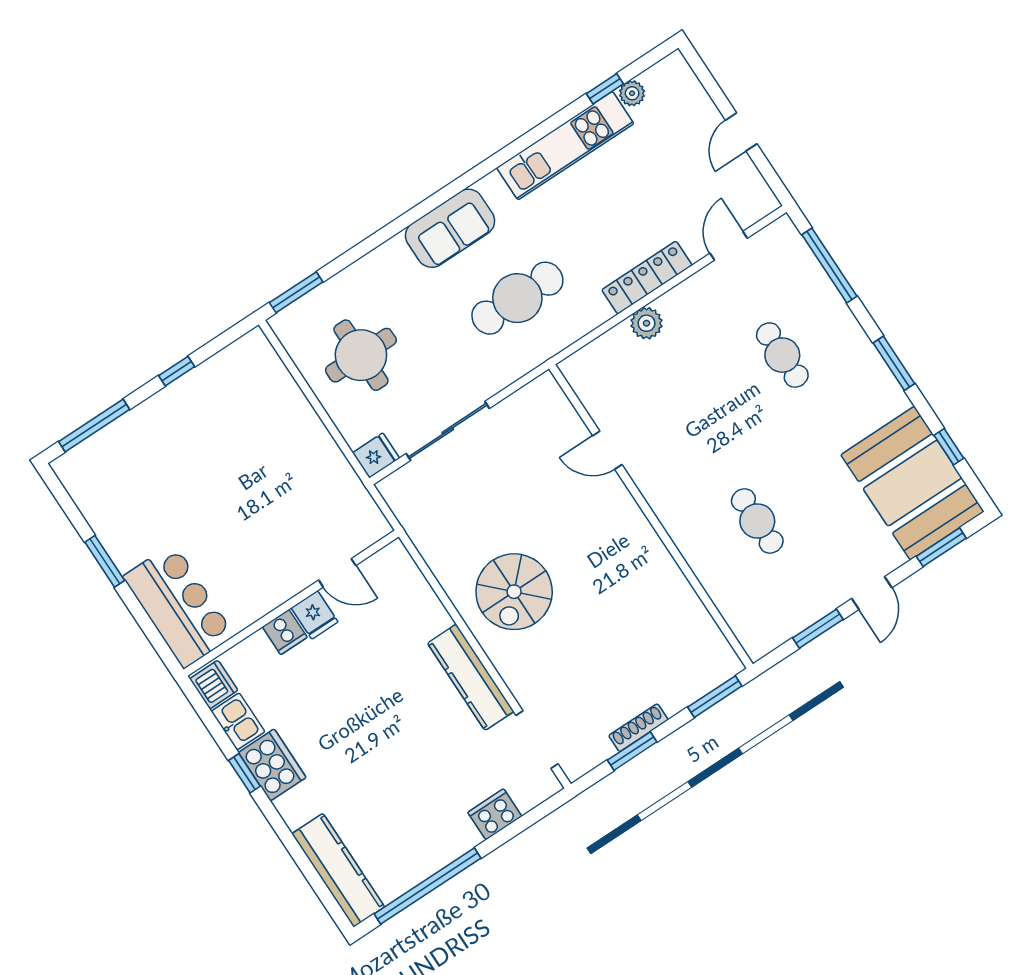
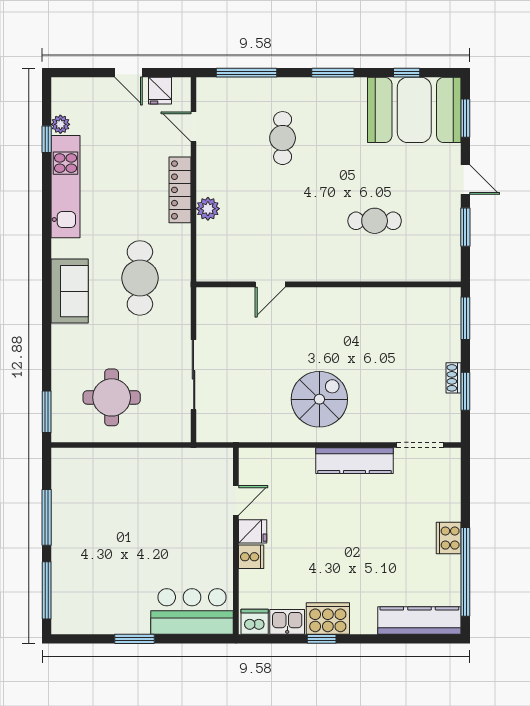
cafe table: (782, 355) -> (283, 138), turned 90
window: (177, 371) -> (47, 517), width x2.17
fridge: (376, 455) -> (160, 91), moved, turned 180
spiral stairs: (514, 592) -> (319, 399), turned -90
shoe rack: (638, 728) -> (454, 378), width x0.70
cooker: (495, 814) -> (449, 538), moved

